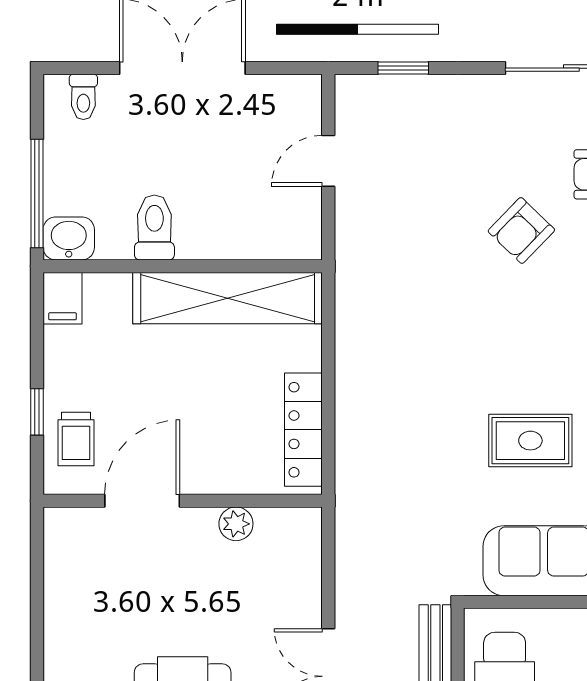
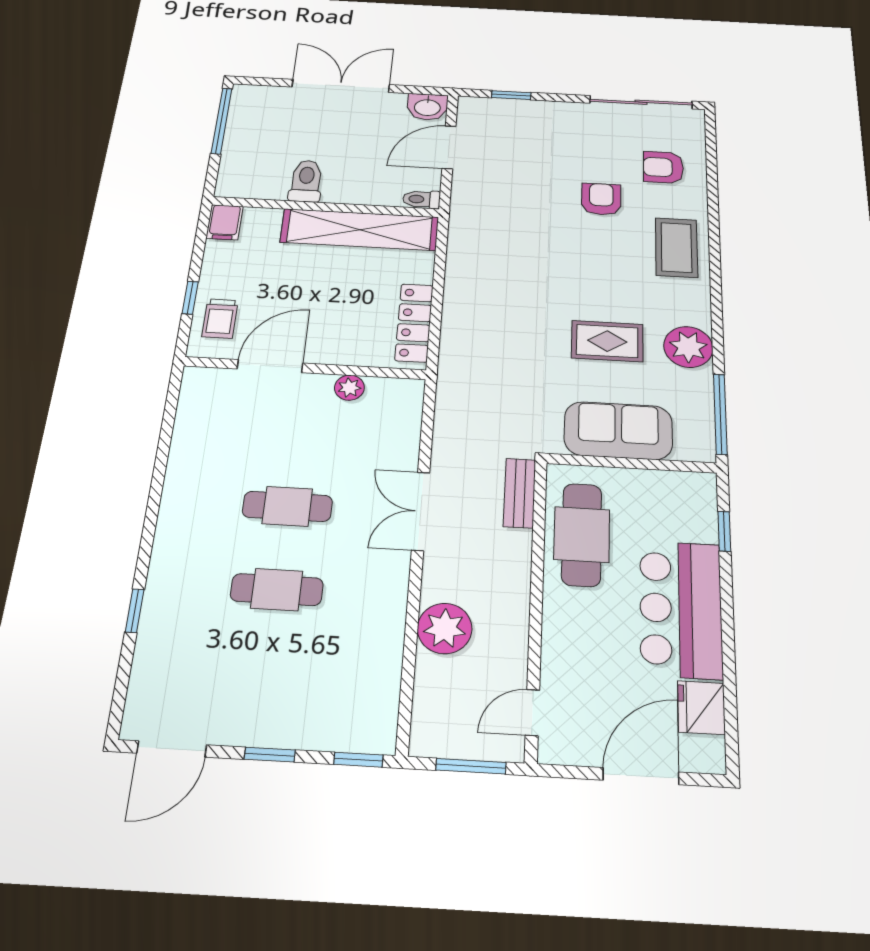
toilet: (83, 97) -> (422, 199), moved, turned 90
door: (328, 161) -> (449, 147), width x1.38
window: (37, 194) -> (222, 121), moved
armchair: (521, 230) -> (601, 199), turned 136
washbasin: (69, 238) -> (427, 107), moved, turned 180

